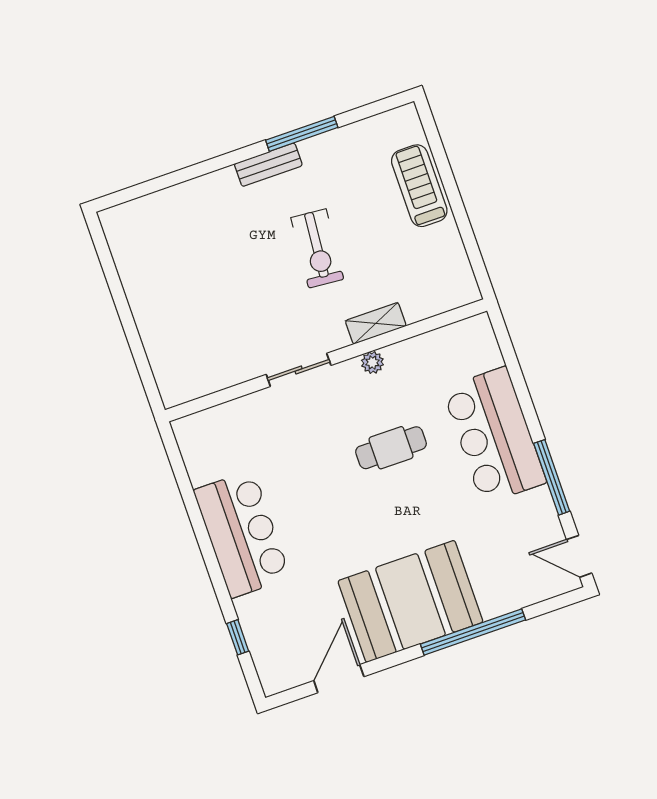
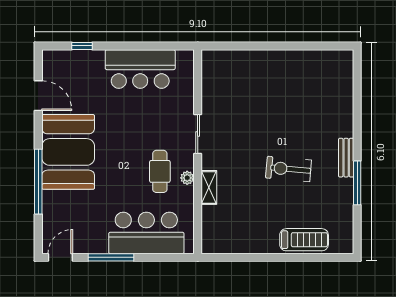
shelving: (376, 323) -> (209, 187), moved
wall: (326, 360) -> (198, 152), moved
plant: (372, 362) -> (187, 178), moved
sliding door: (299, 370) -> (198, 134), moved

